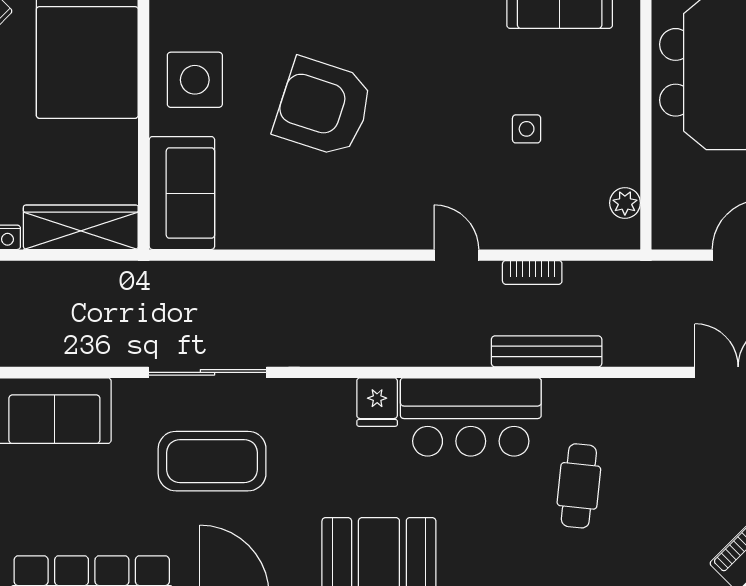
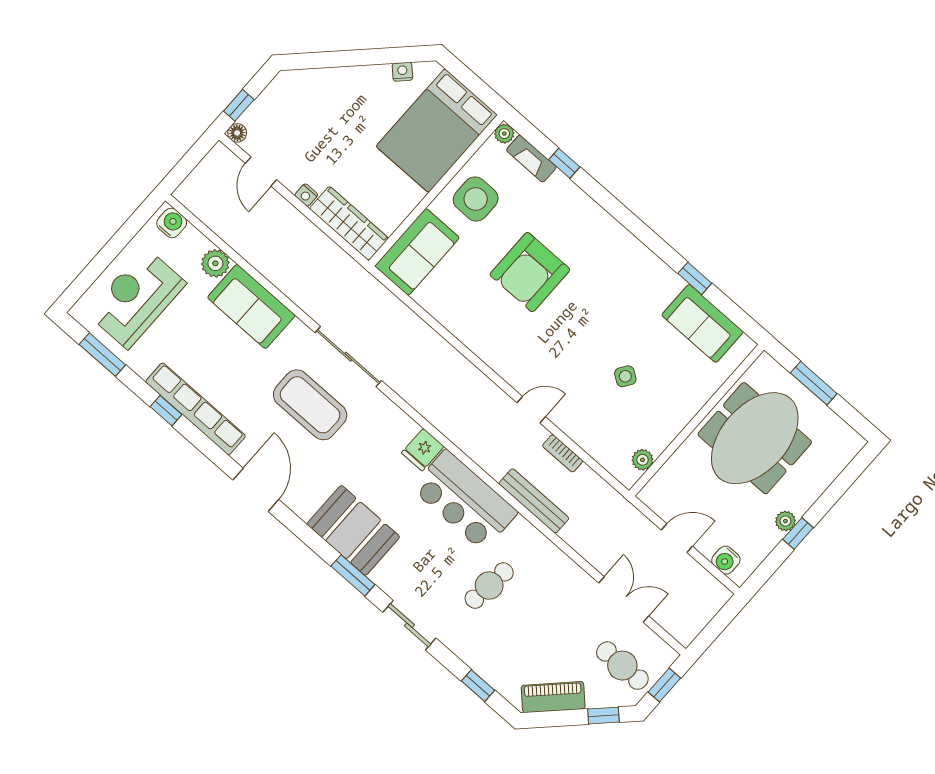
armchair: (323, 107) -> (530, 272), turned -108
side table: (527, 129) -> (625, 376), turned 34
door: (456, 255) -> (531, 410), hinge flipped

